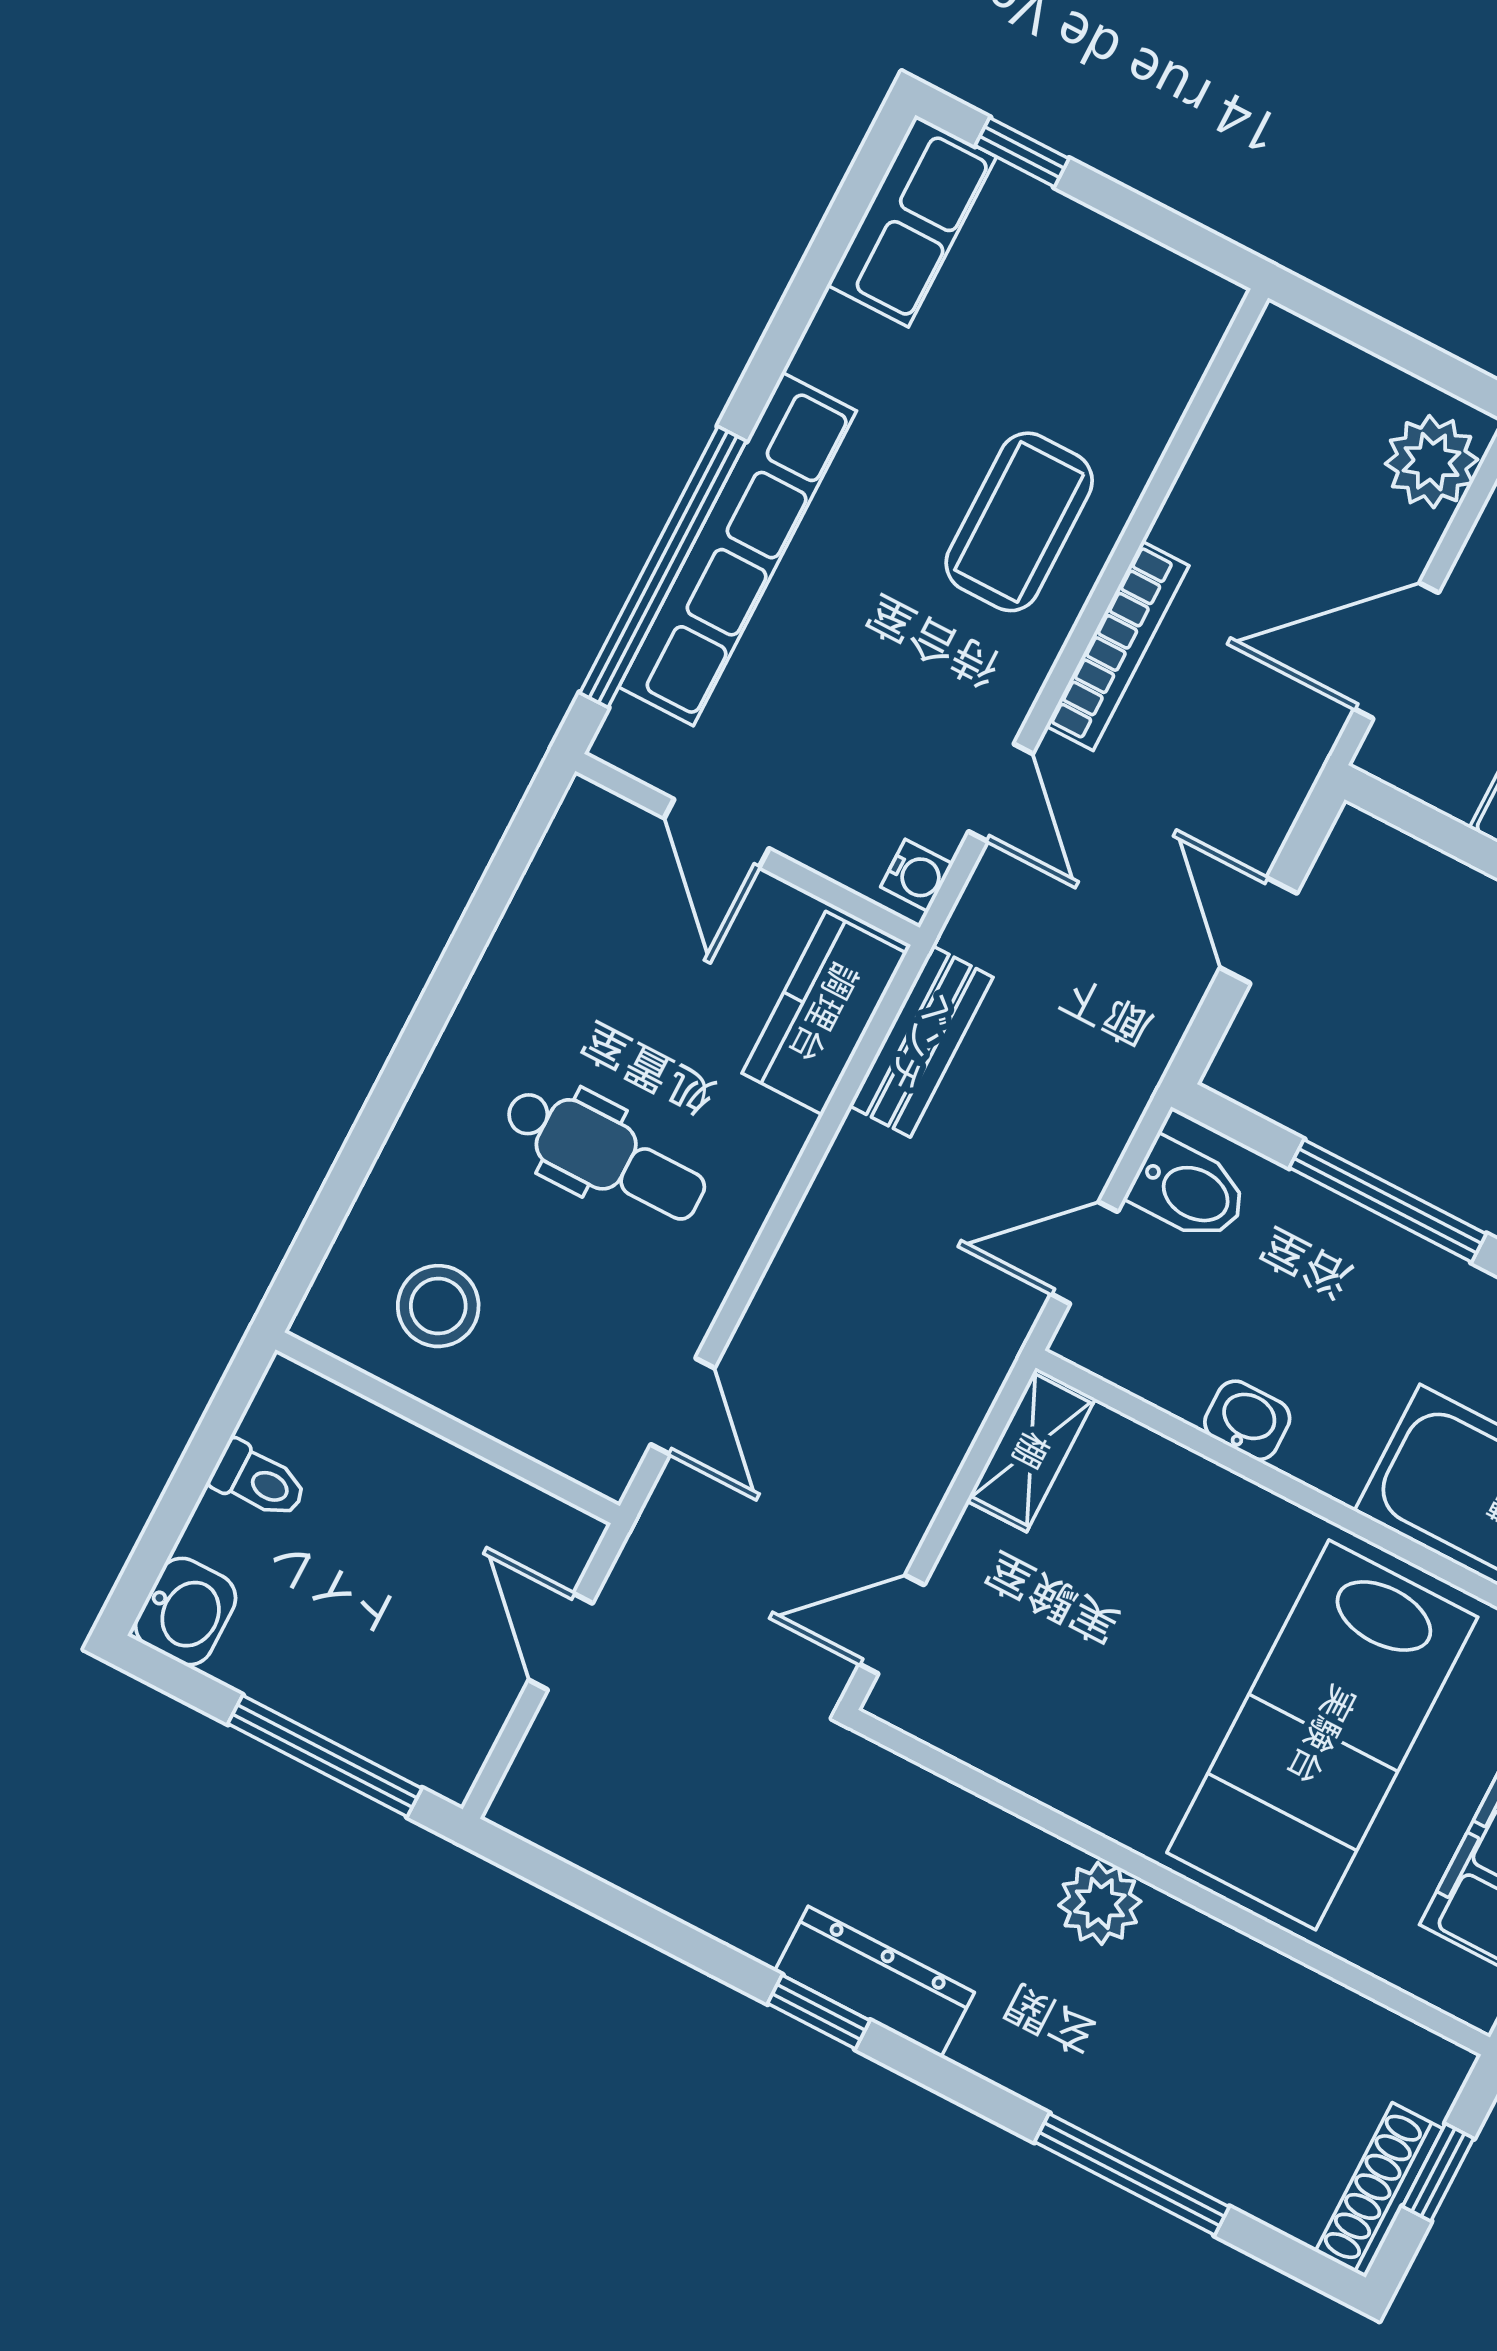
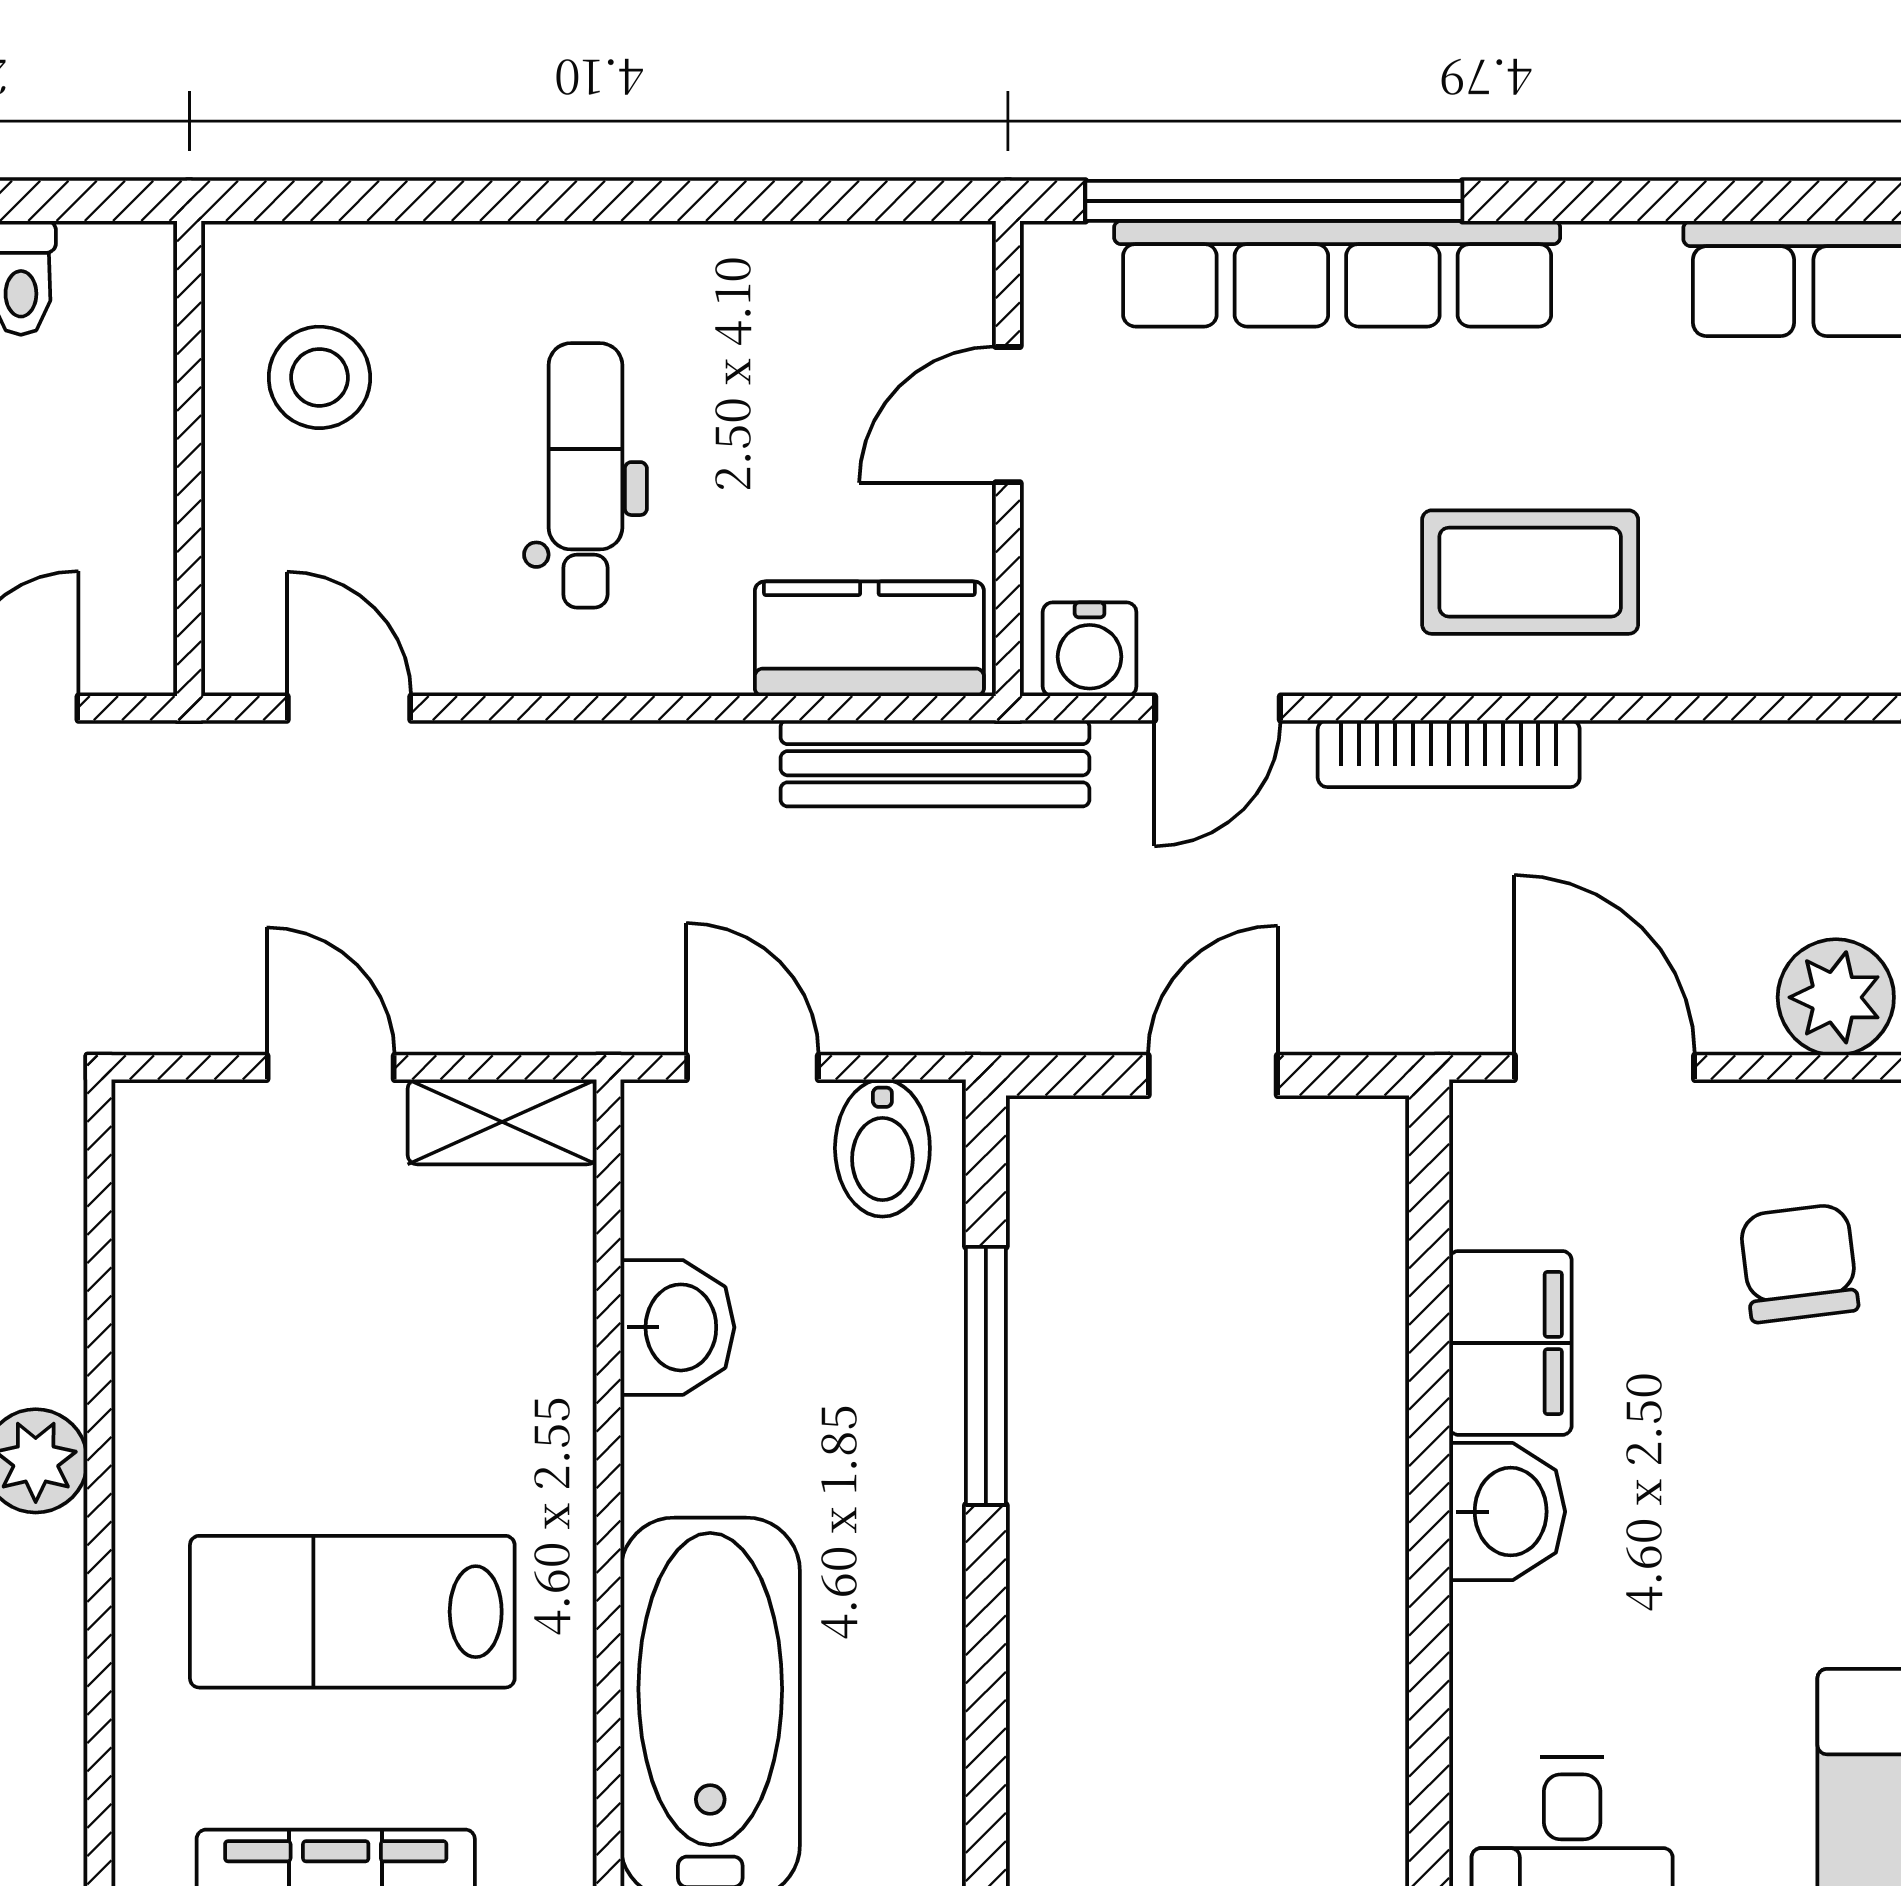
water cooler: (917, 875) -> (1090, 649), width x1.38, depth x1.38
bench: (921, 1041) -> (935, 763), width x1.36
dental chair: (605, 1154) -> (585, 475), turned 180
door: (683, 1406) -> (349, 708), swing flipped
washbasin: (1247, 1420) -> (677, 1327), width x1.38, depth x1.45
door: (892, 1624) -> (331, 1067), moved
lab bench: (1322, 1735) -> (352, 1612), width x0.73, depth x0.72

